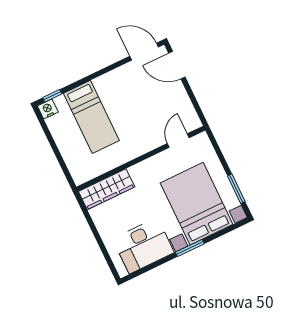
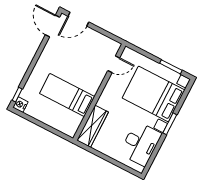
door: (144, 52) -> (53, 26), hinge flipped
bed: (91, 117) -> (67, 95), moved, turned 180
door: (178, 141) -> (114, 64), swing flipped

